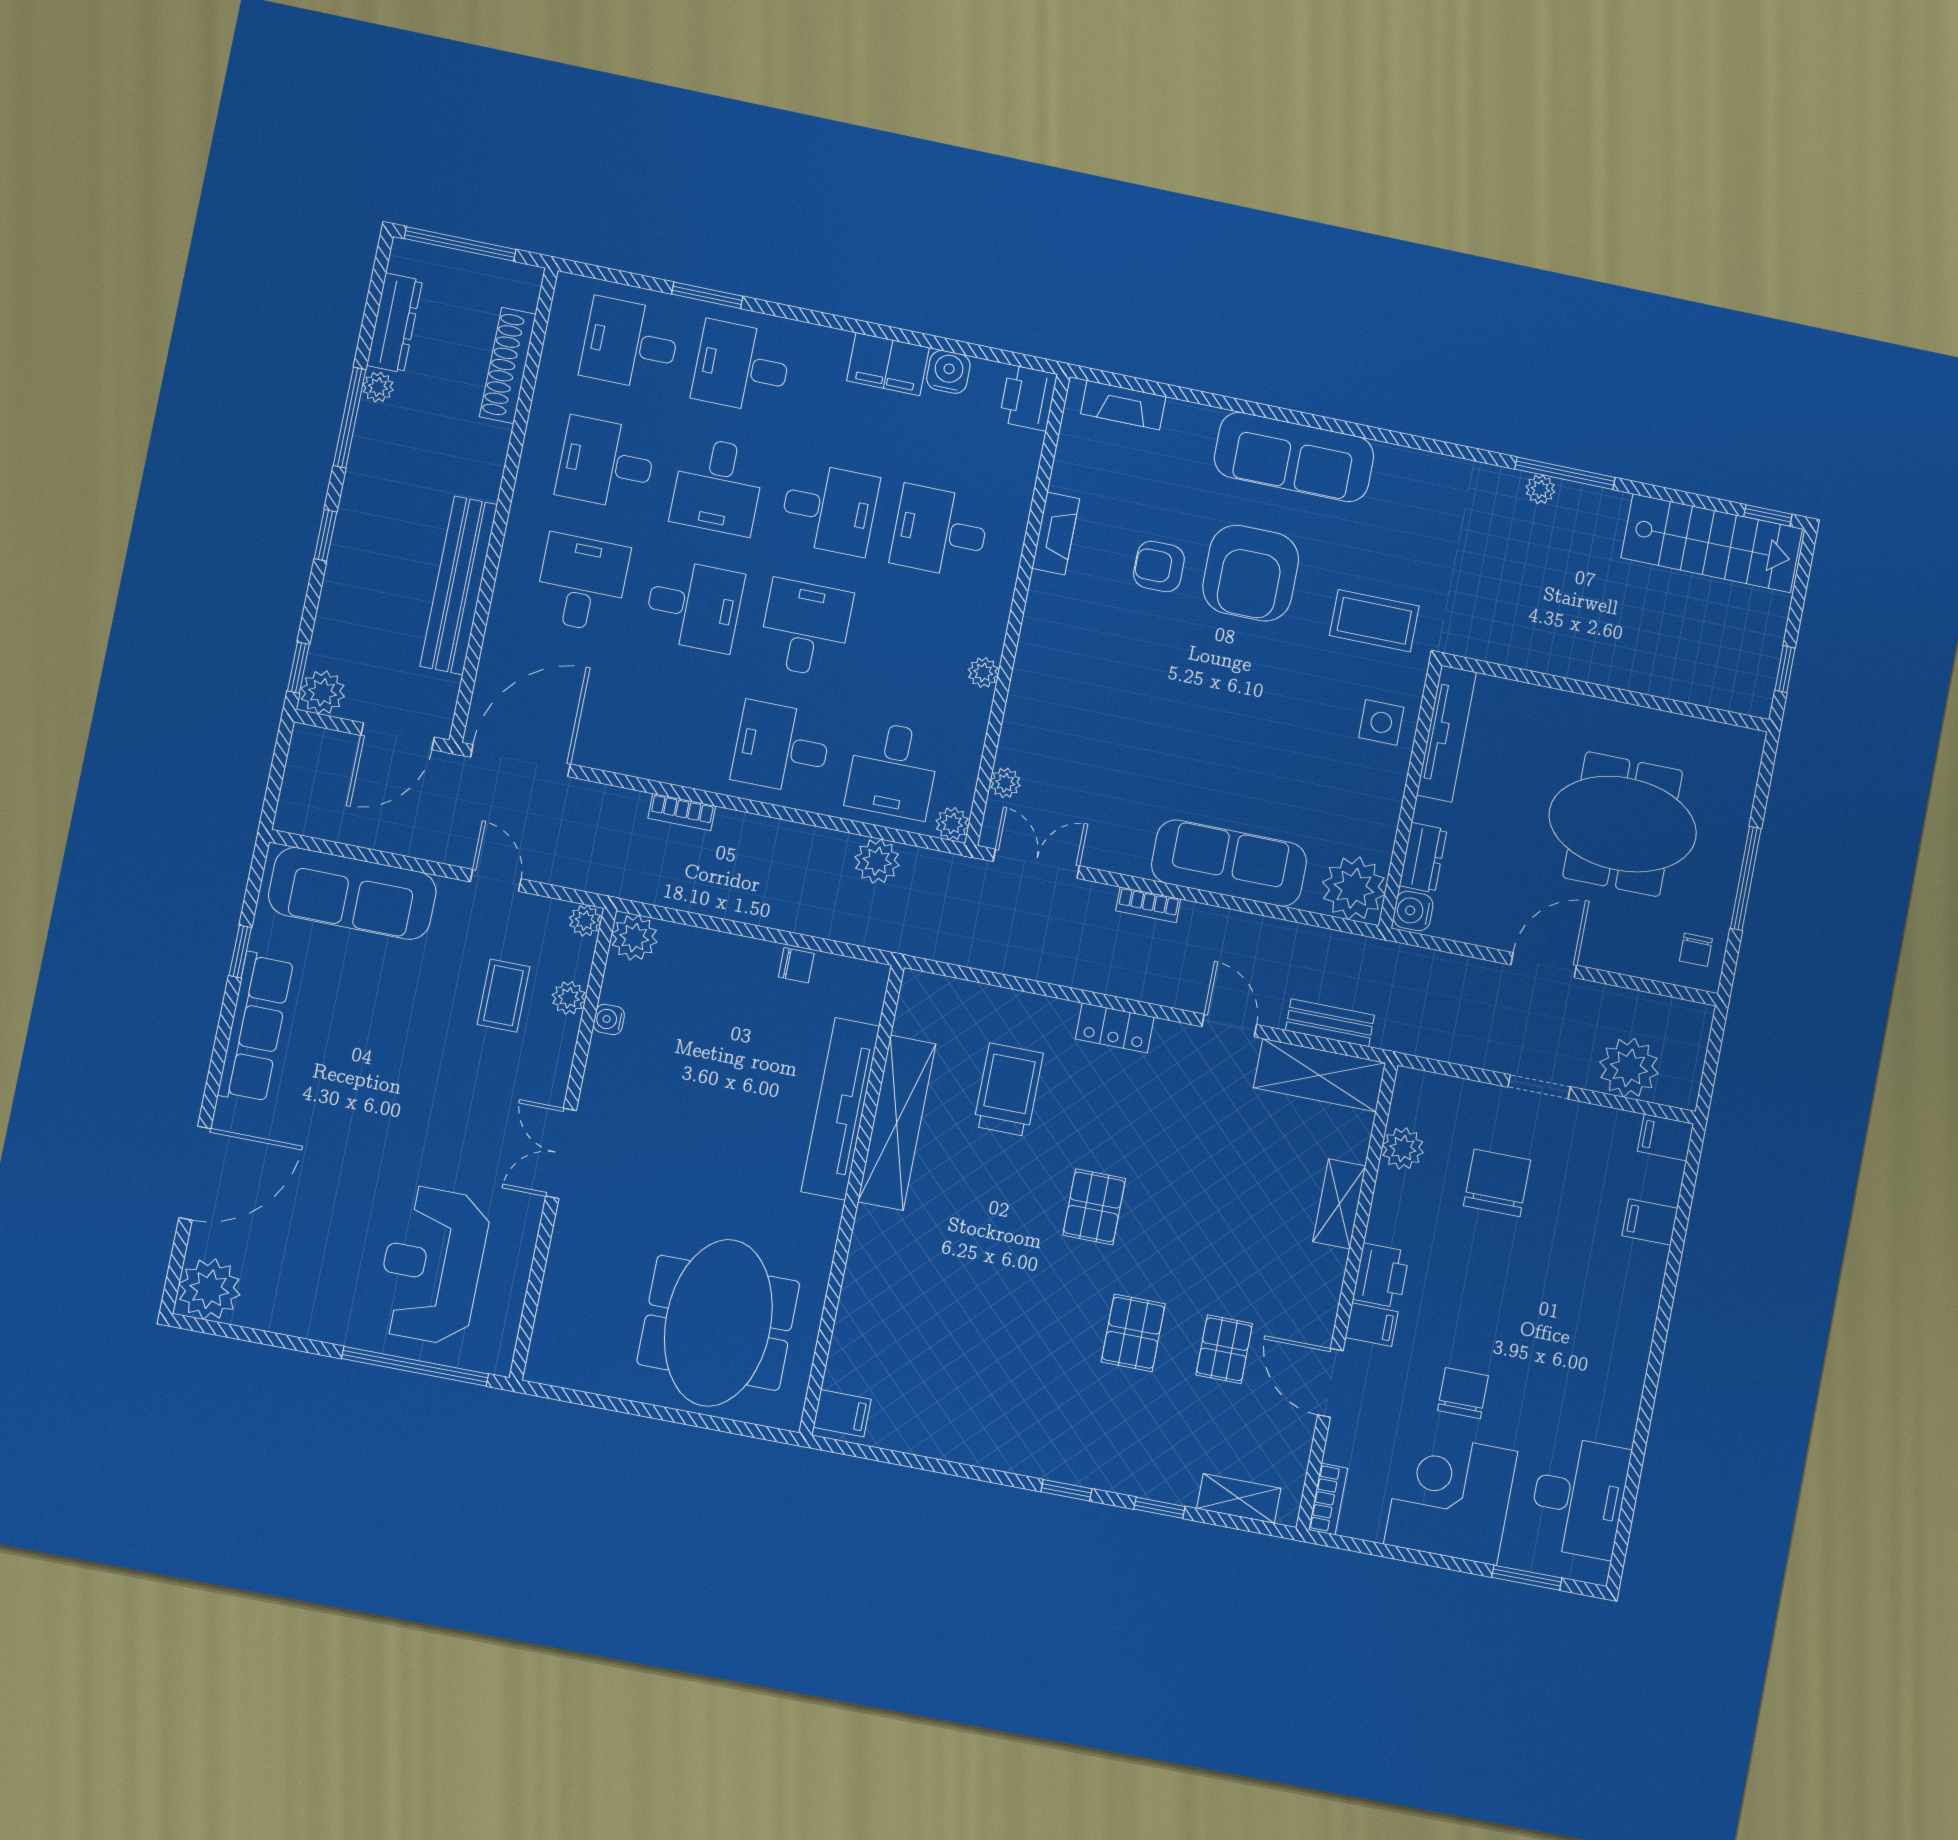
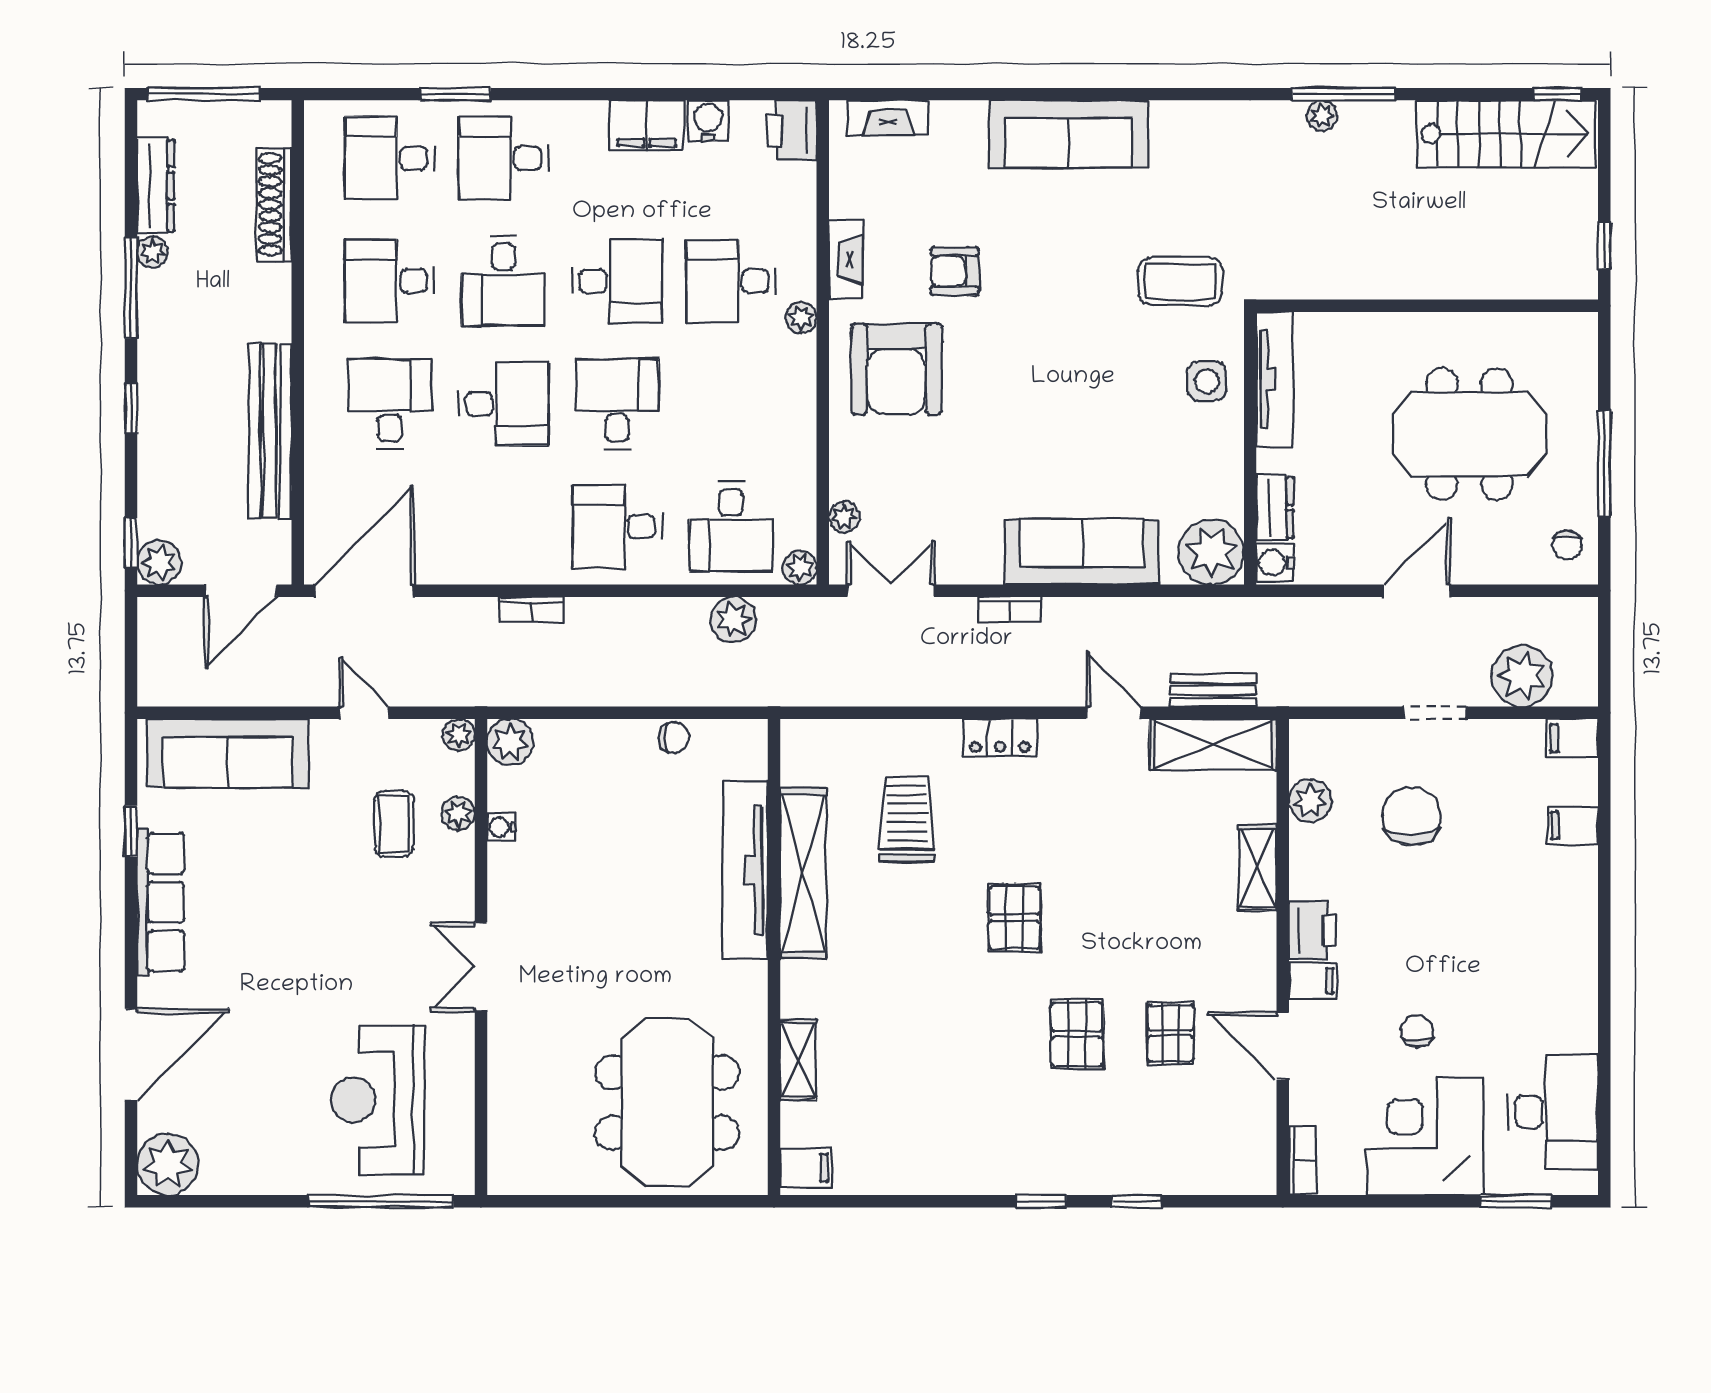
armchair: (1251, 573) -> (897, 369), moved
plant: (983, 672) -> (801, 318), moved
chair: (1463, 1393) -> (1417, 1031), width x0.73, depth x0.73
shelving: (1239, 1498) -> (798, 1060), moved, turned 90

